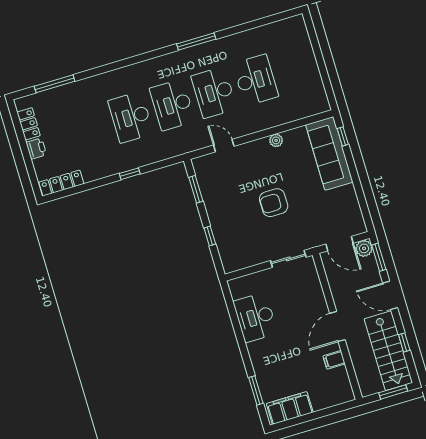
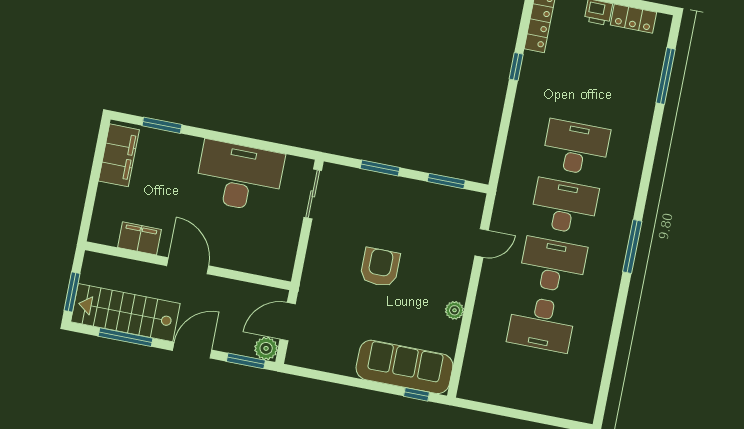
window: (196, 42) -> (632, 246), moved
window: (130, 174) -> (516, 67), moved
window: (210, 236) -> (380, 168), width x1.50
sliding door: (288, 259) -> (313, 194), moved
desk: (255, 317) -> (239, 176), width x1.36, depth x1.30
window: (404, 342) -> (125, 337), width x2.17
filing cabinet: (334, 360) -> (140, 238), width x2.00

